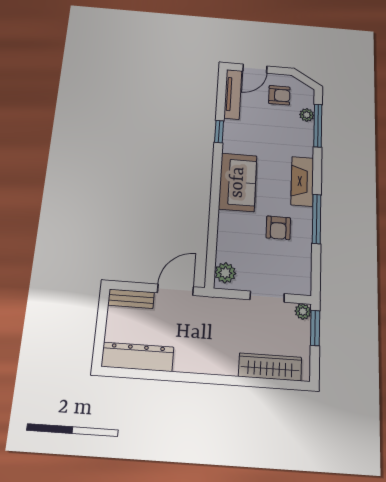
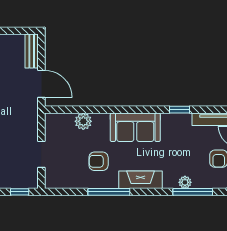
plant: (307, 115) -> (185, 182), moved
plant: (225, 273) -> (83, 121), moved
plant: (303, 311) -> (32, 182), removed
window: (315, 328) -> (20, 192), width x0.67

